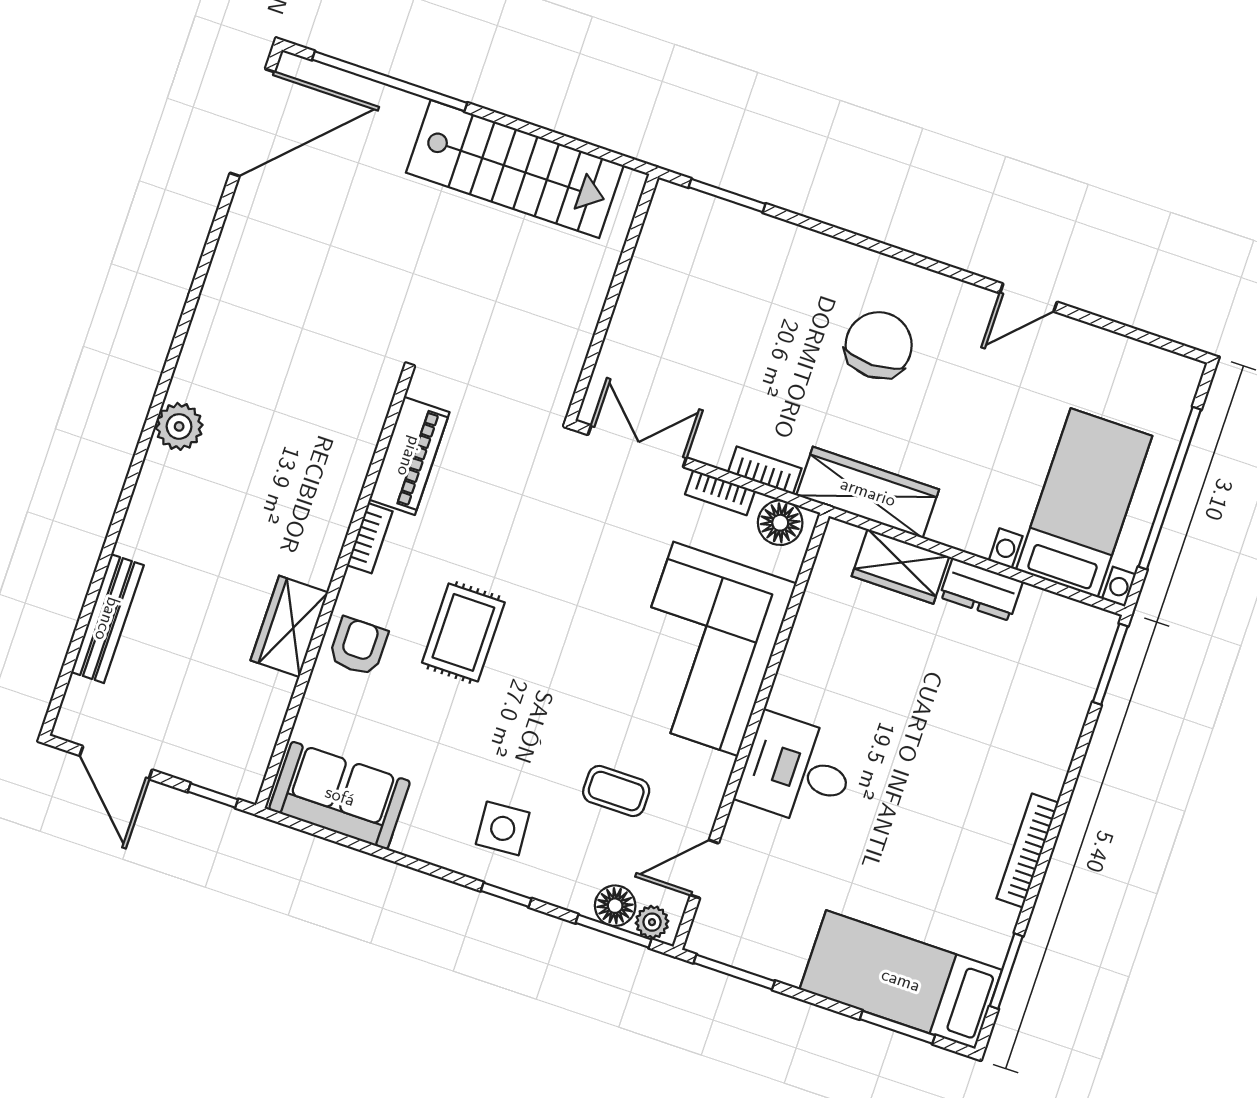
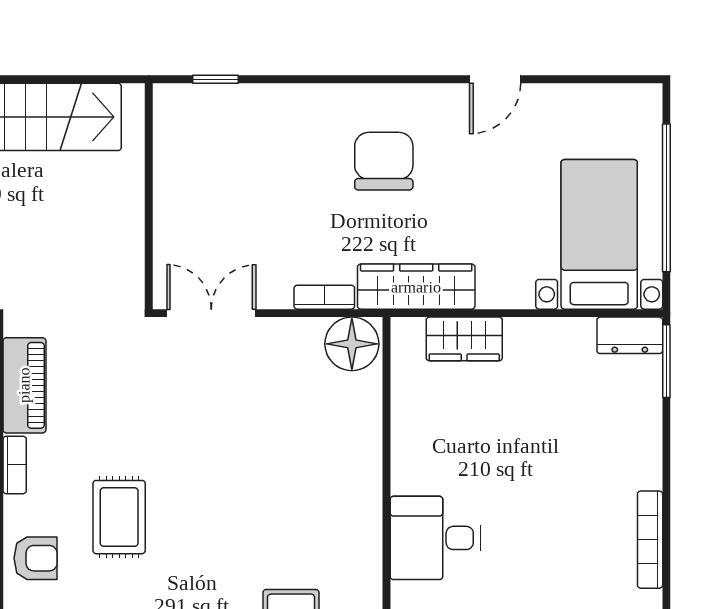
window: (727, 196) -> (216, 79), width x0.67
bookcase: (720, 493) -> (293, 328), removed
floor lamp: (780, 523) -> (352, 344), width x1.38, depth x1.38
dresser: (981, 589) -> (630, 335), moved
armchair: (358, 646) -> (36, 558), turned 90
corner sofa: (706, 649) -> (325, 462), removed

